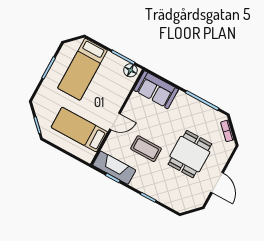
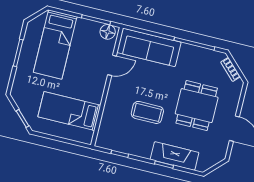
sofa: (156, 90) -> (149, 47), width x1.36
door: (115, 121) -> (112, 65), moved
fireplace: (114, 168) -> (175, 156), moved

